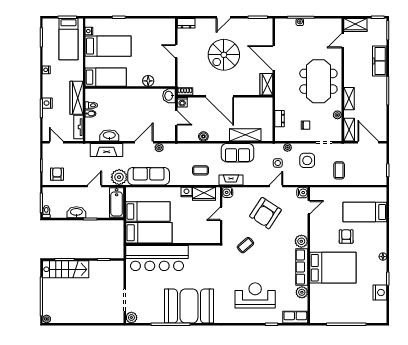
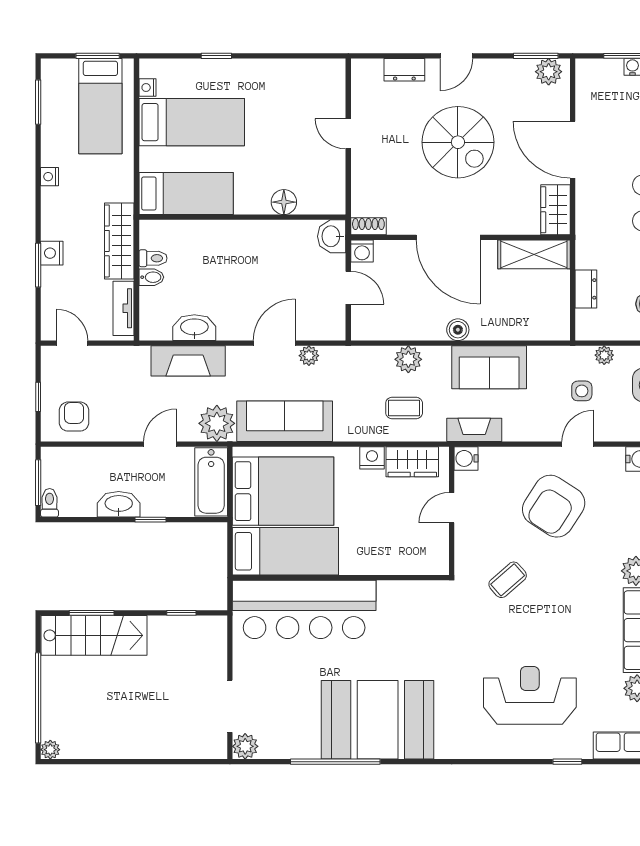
dresser: (186, 23) -> (404, 70), moved
plant: (263, 24) -> (549, 72), added
spiral stairs: (224, 55) -> (458, 142), turned -90
shelving: (245, 135) -> (534, 254), moved
boiler: (203, 136) -> (458, 330), moved
plant: (202, 149) -> (408, 359), added
bed: (148, 212) -> (283, 491), width x1.50

